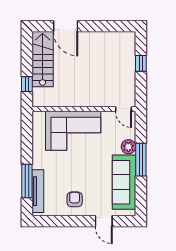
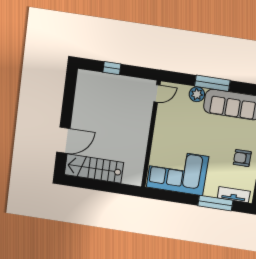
window: (27, 84) -> (117, 188), removed
corner sofa: (73, 131) -> (177, 172), moved, turned -90
tv unit: (38, 191) -> (234, 195), width x0.71

